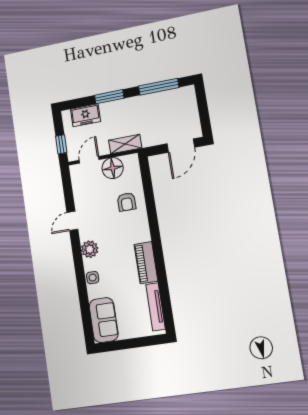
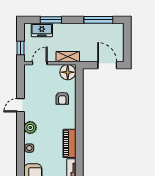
window: (109, 97) -> (51, 20), moved
door: (181, 146) -> (107, 65), swing flipped
floor lamp: (113, 168) -> (68, 72), moved

